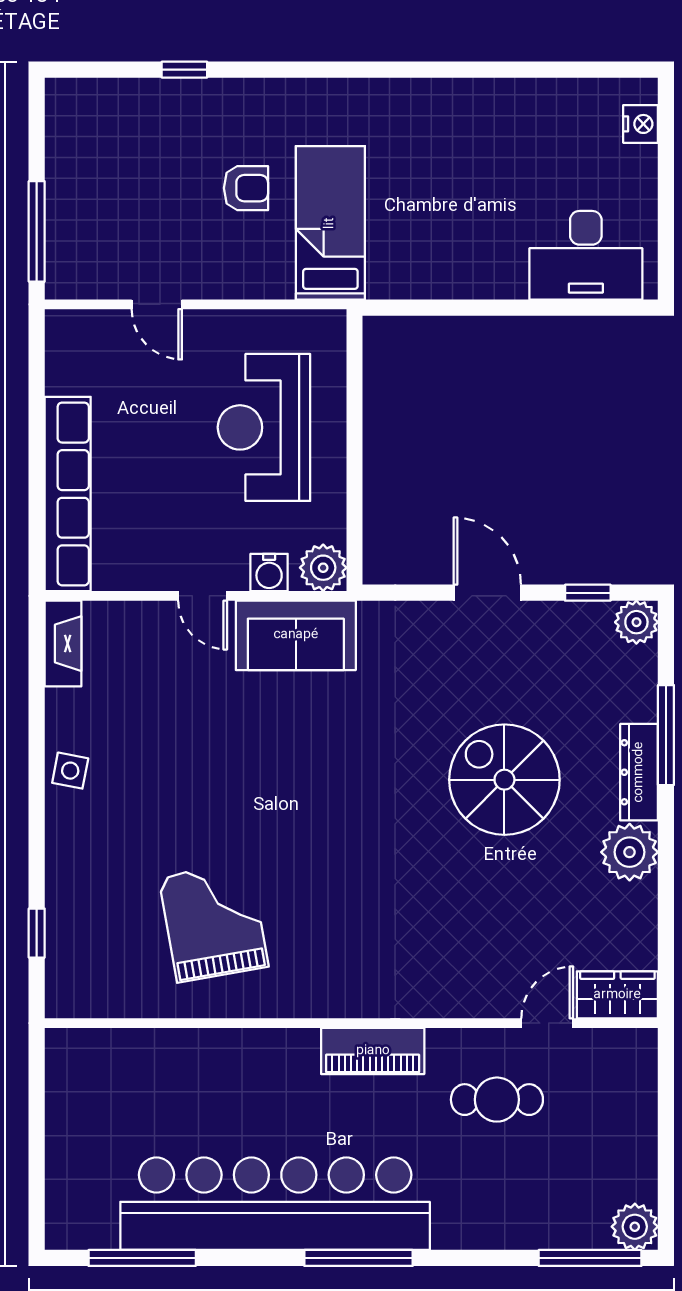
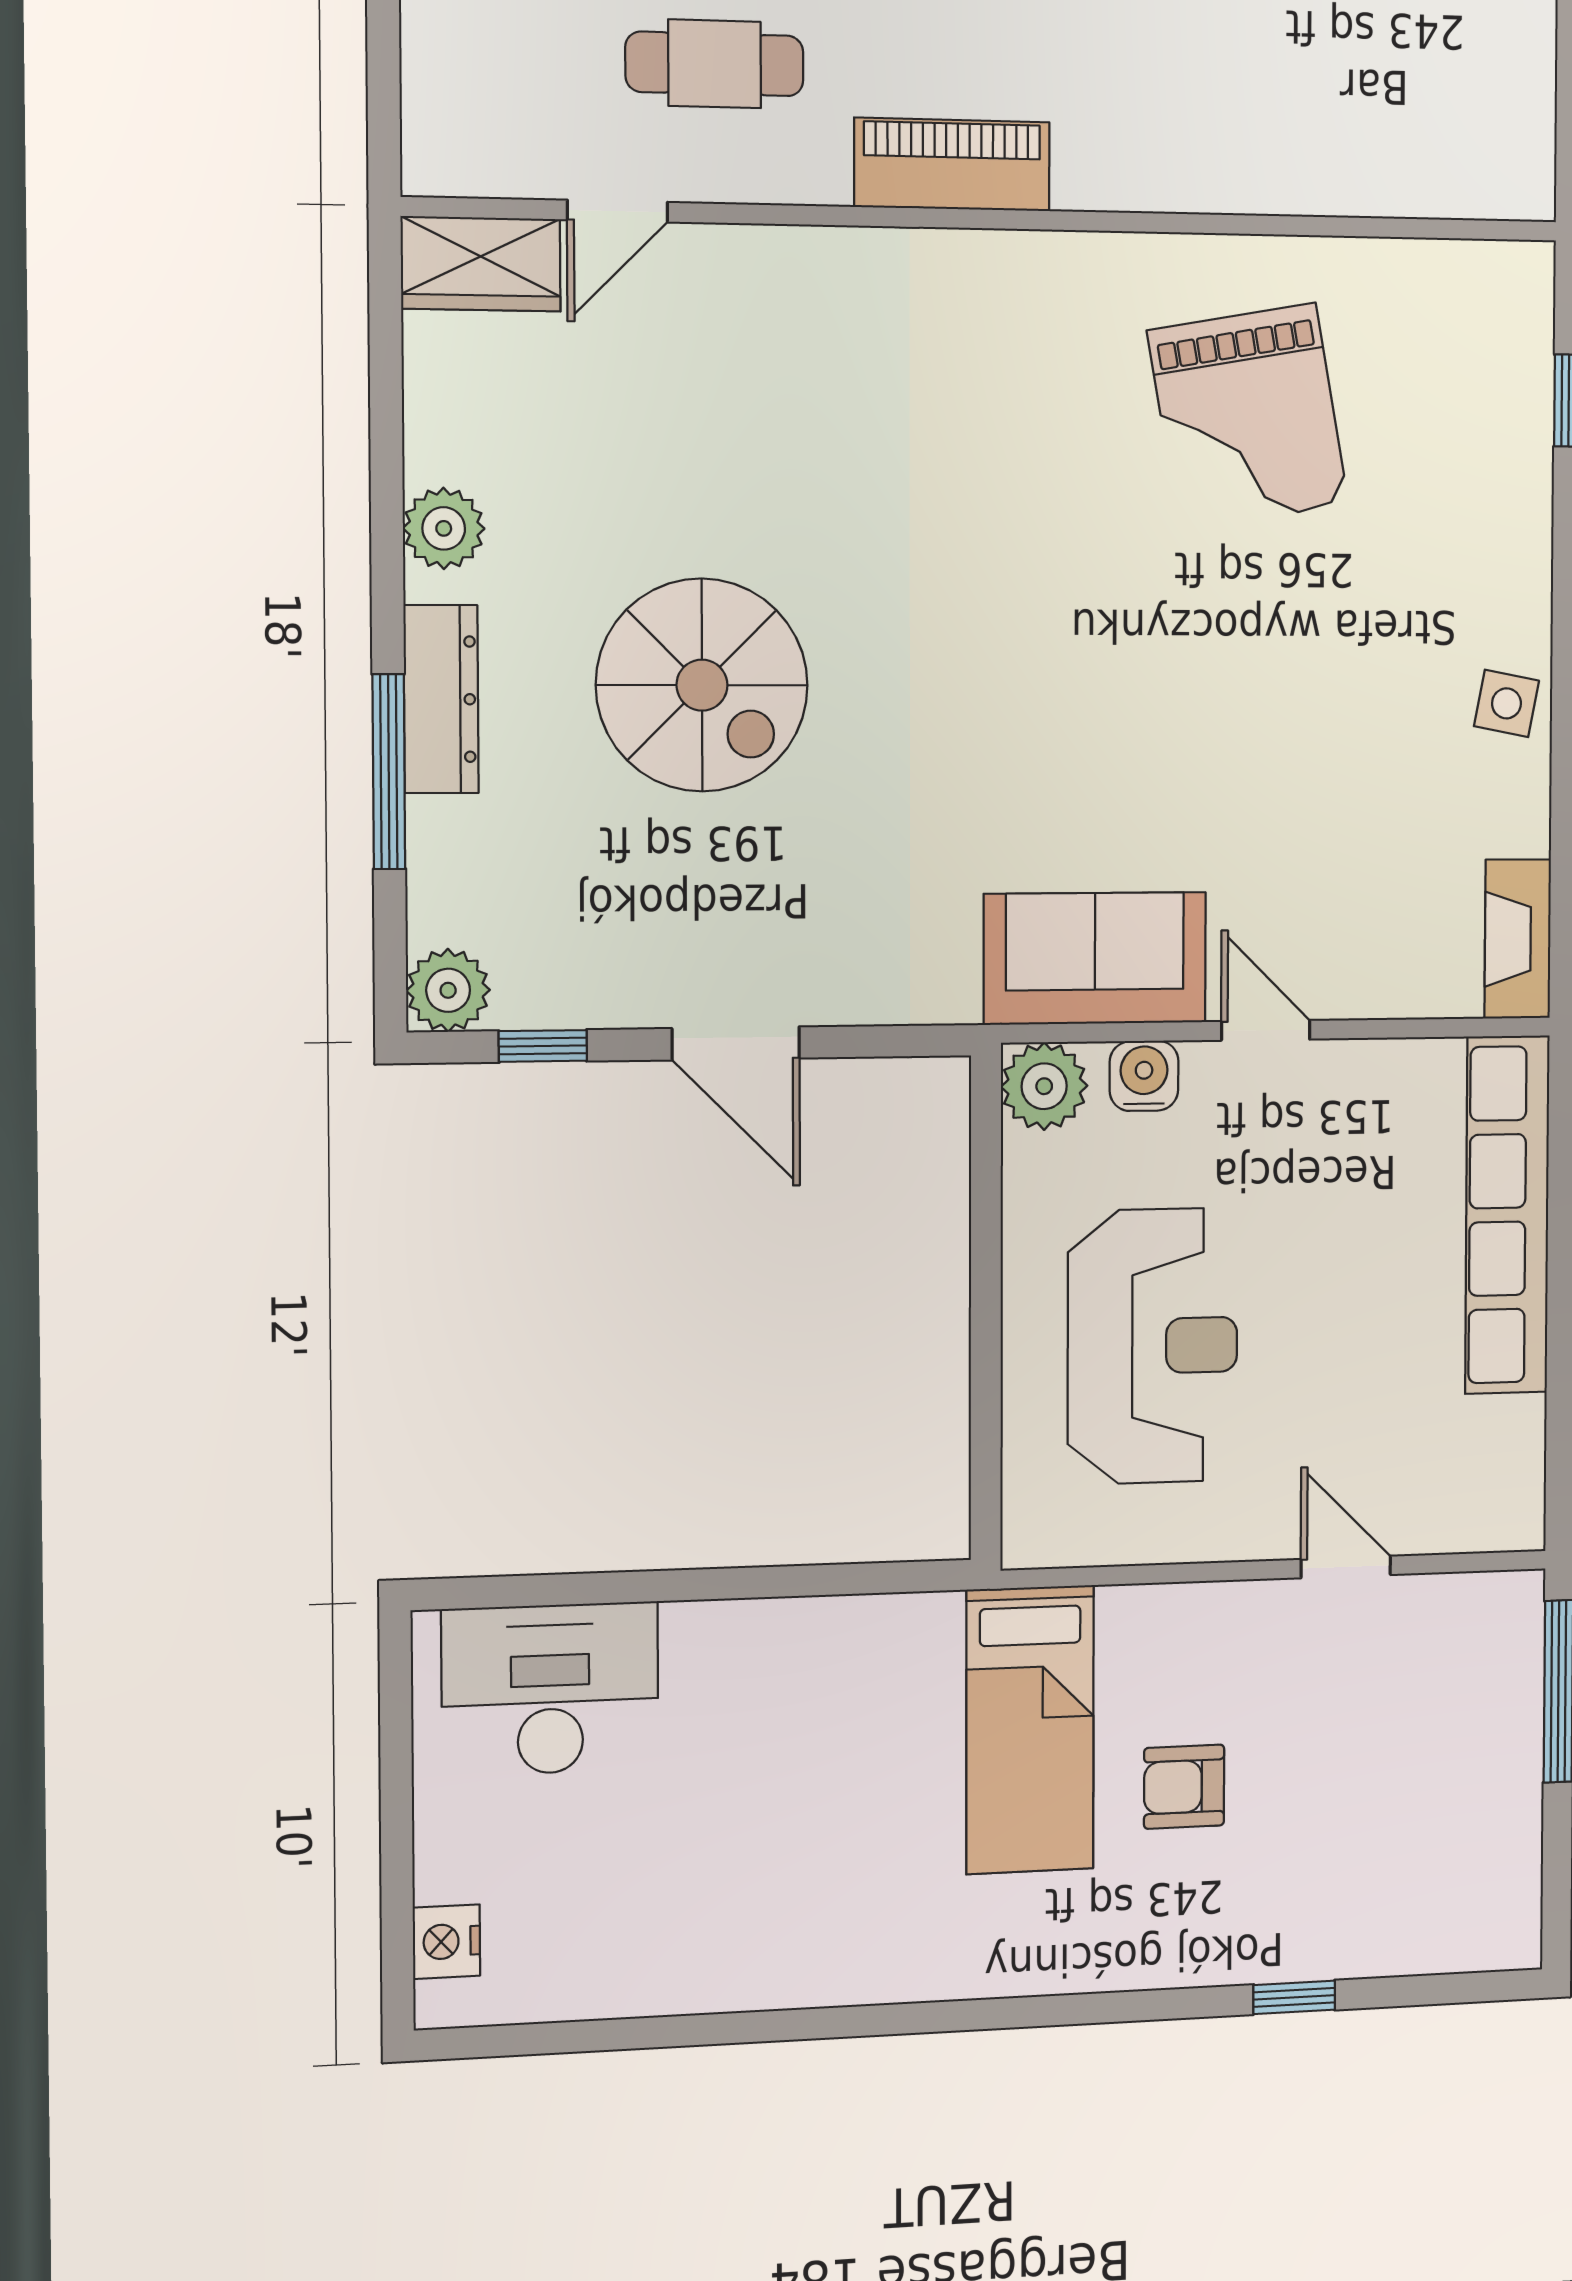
plant: (630, 852) -> (444, 528), width x0.73, depth x0.73

